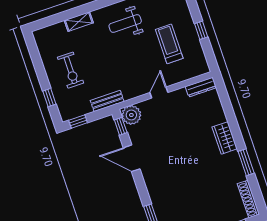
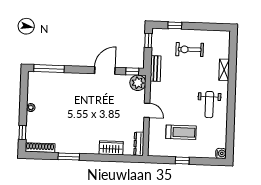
weight bench: (125, 24) -> (209, 105), turned 180
wardrobe: (225, 138) -> (111, 148), moved

